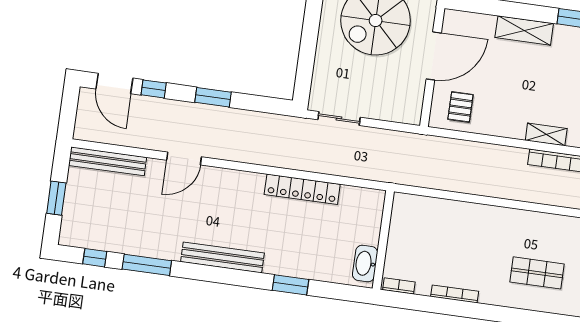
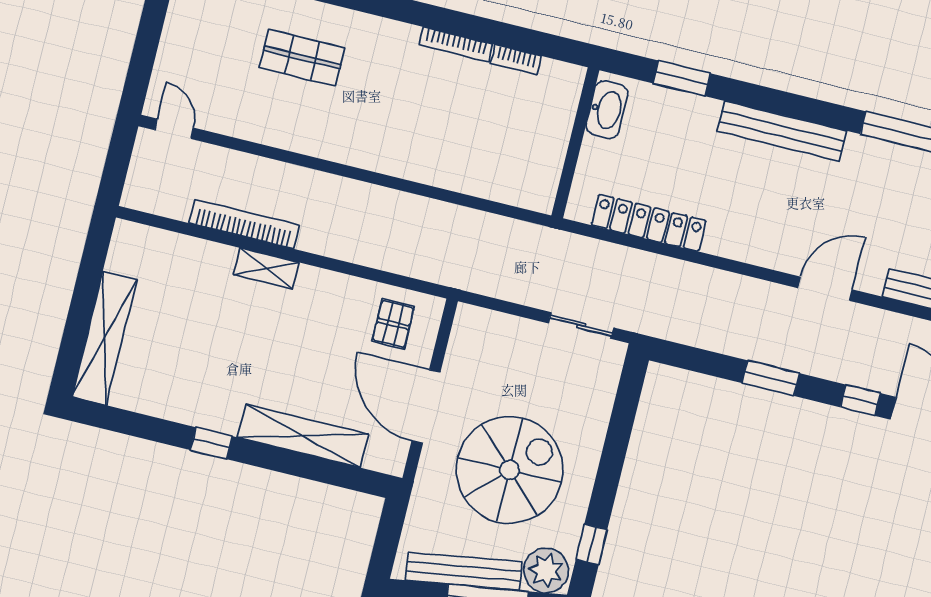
shelving: (524, 30) -> (303, 436), width x1.47
door: (434, 56) -> (426, 406), hinge flipped
wall: (383, 240) -> (575, 143), moved
washbasin: (365, 263) -> (607, 110), moved
bookcase: (455, 294) -> (456, 44), moved

